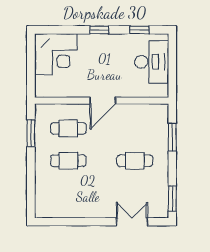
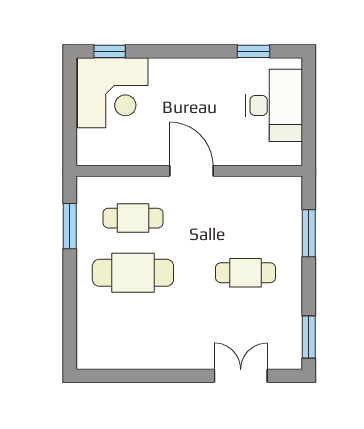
window: (99, 30) -> (110, 51), moved
door: (103, 101) -> (191, 171), swing flipped
cafe table: (68, 161) -> (133, 273), width x1.37, depth x1.35

